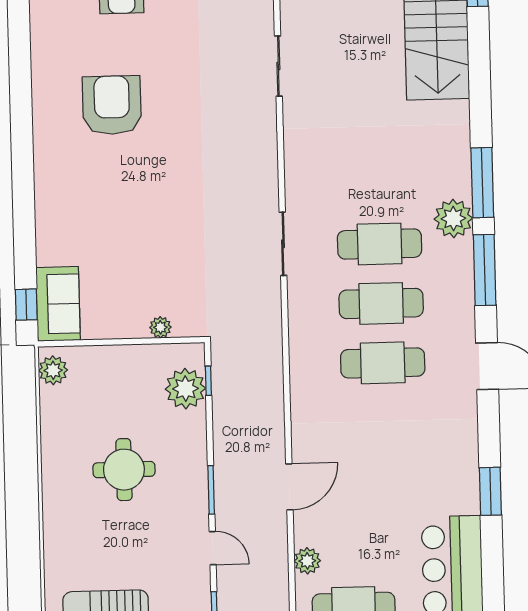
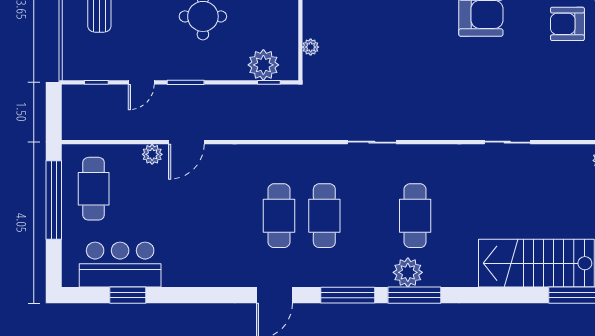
plant: (453, 219) -> (408, 272), moved
cafe table: (380, 244) -> (415, 216), moved
door: (289, 487) -> (186, 142), hinge flipped
window: (490, 491) -> (128, 295), moved
plant: (307, 561) -> (152, 154), moved

